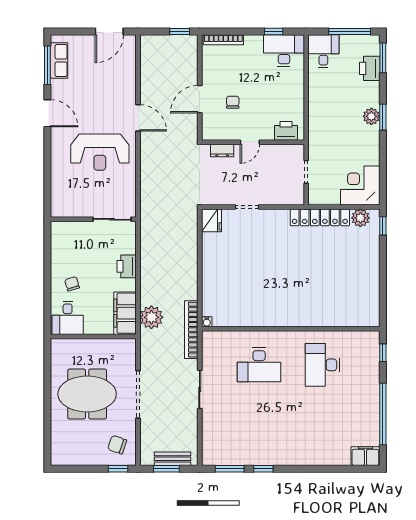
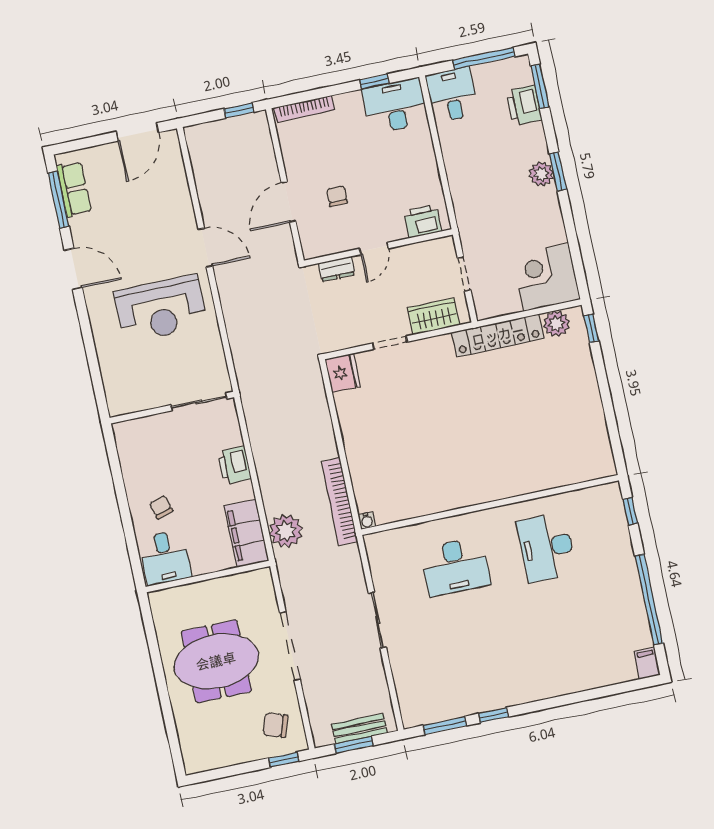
wardrobe: (280, 196) -> (433, 316), added
bookcase: (191, 330) -> (339, 502), moved
filing cabinet: (365, 456) -> (647, 663), width x0.50

